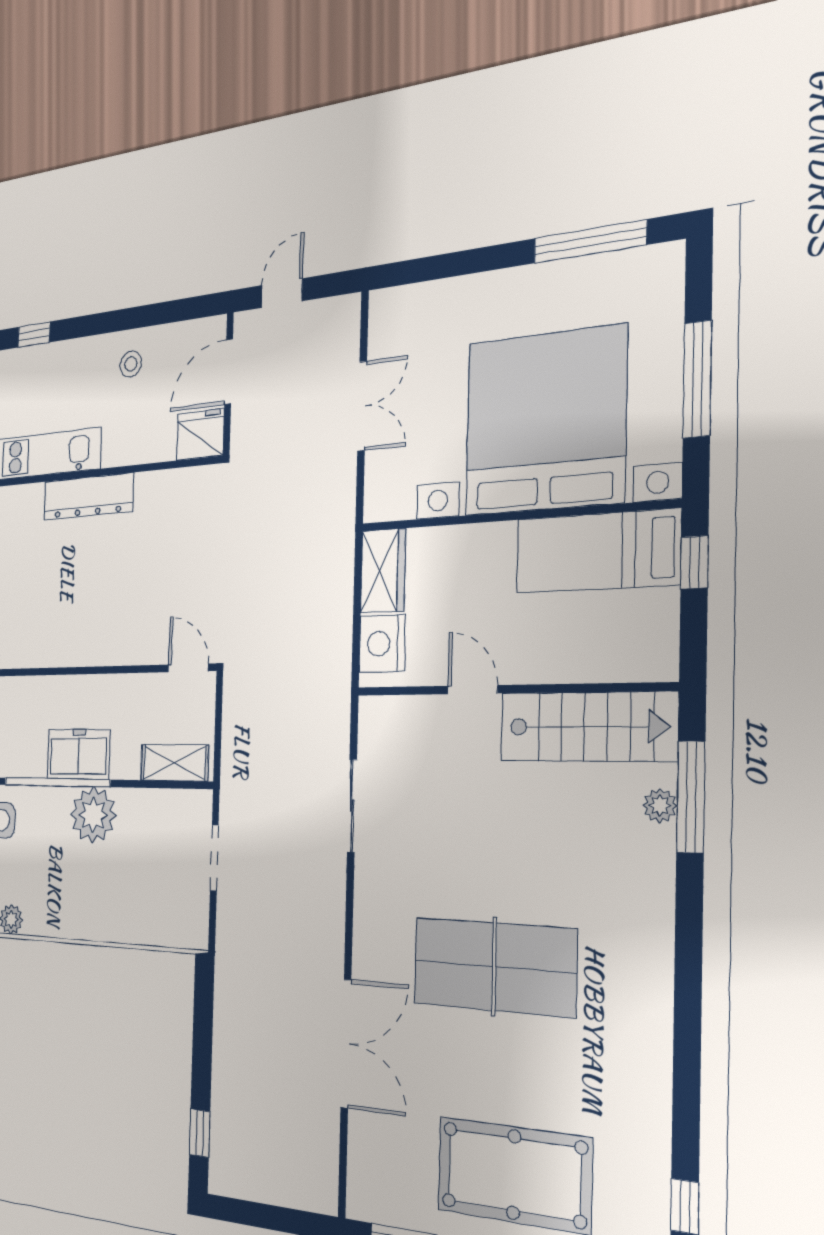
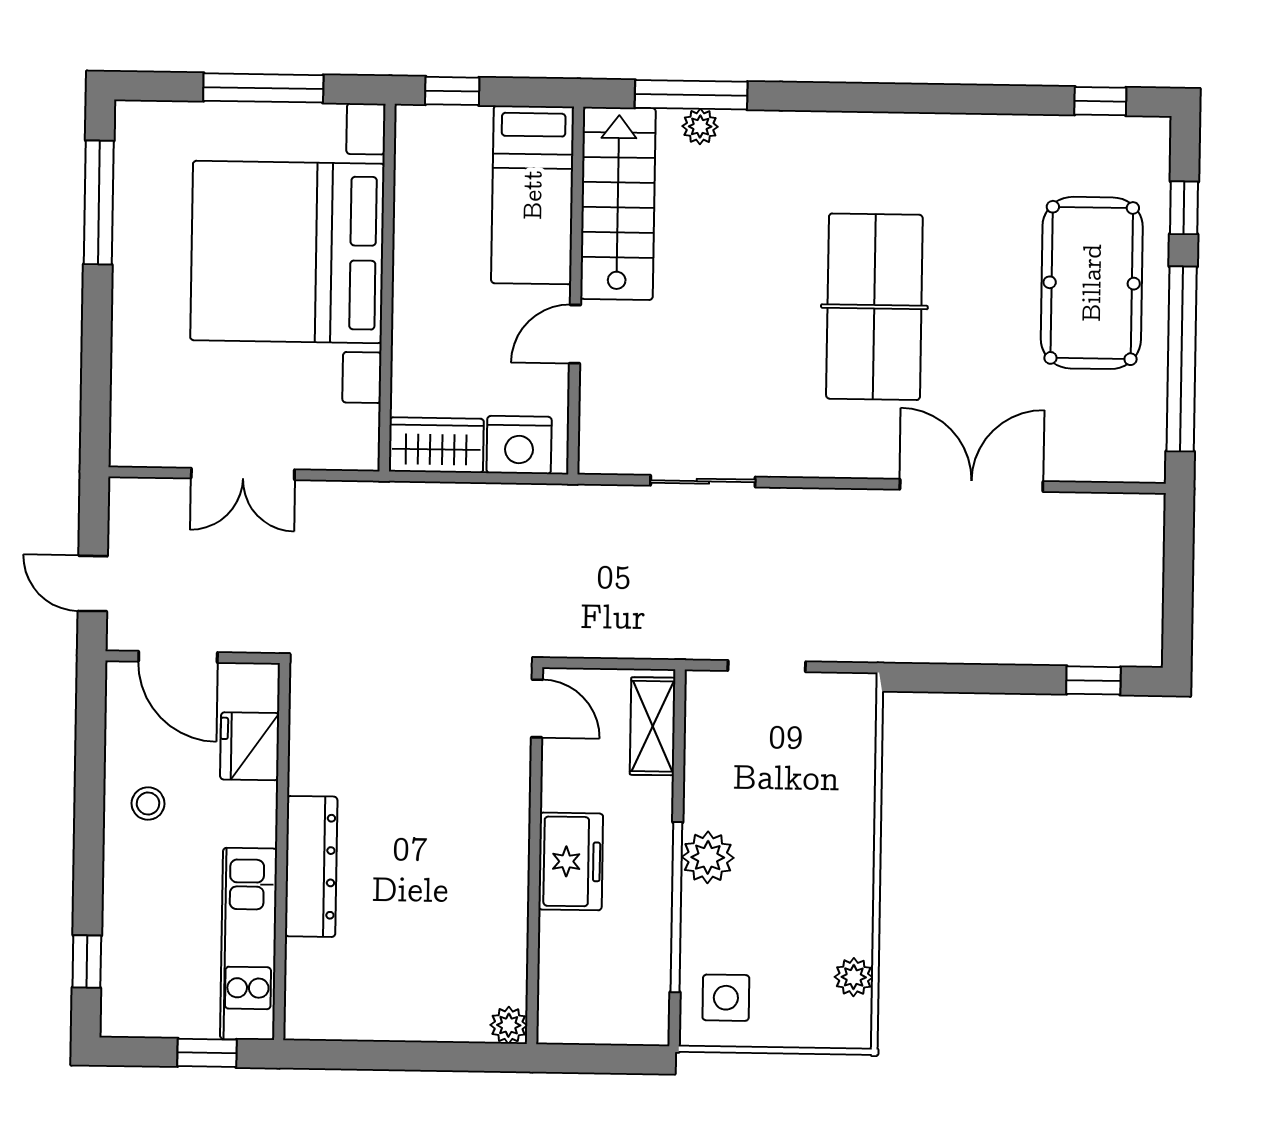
double door: (362, 406) -> (243, 474), swing flipped
fridge: (200, 434) -> (250, 746), moved
bed: (597, 552) -> (533, 195), moved
door: (188, 668) -> (537, 708), swing flipped
freezer: (78, 754) -> (571, 861), moved, turned 180
plant: (93, 815) -> (708, 857), width x0.73, depth x0.73

